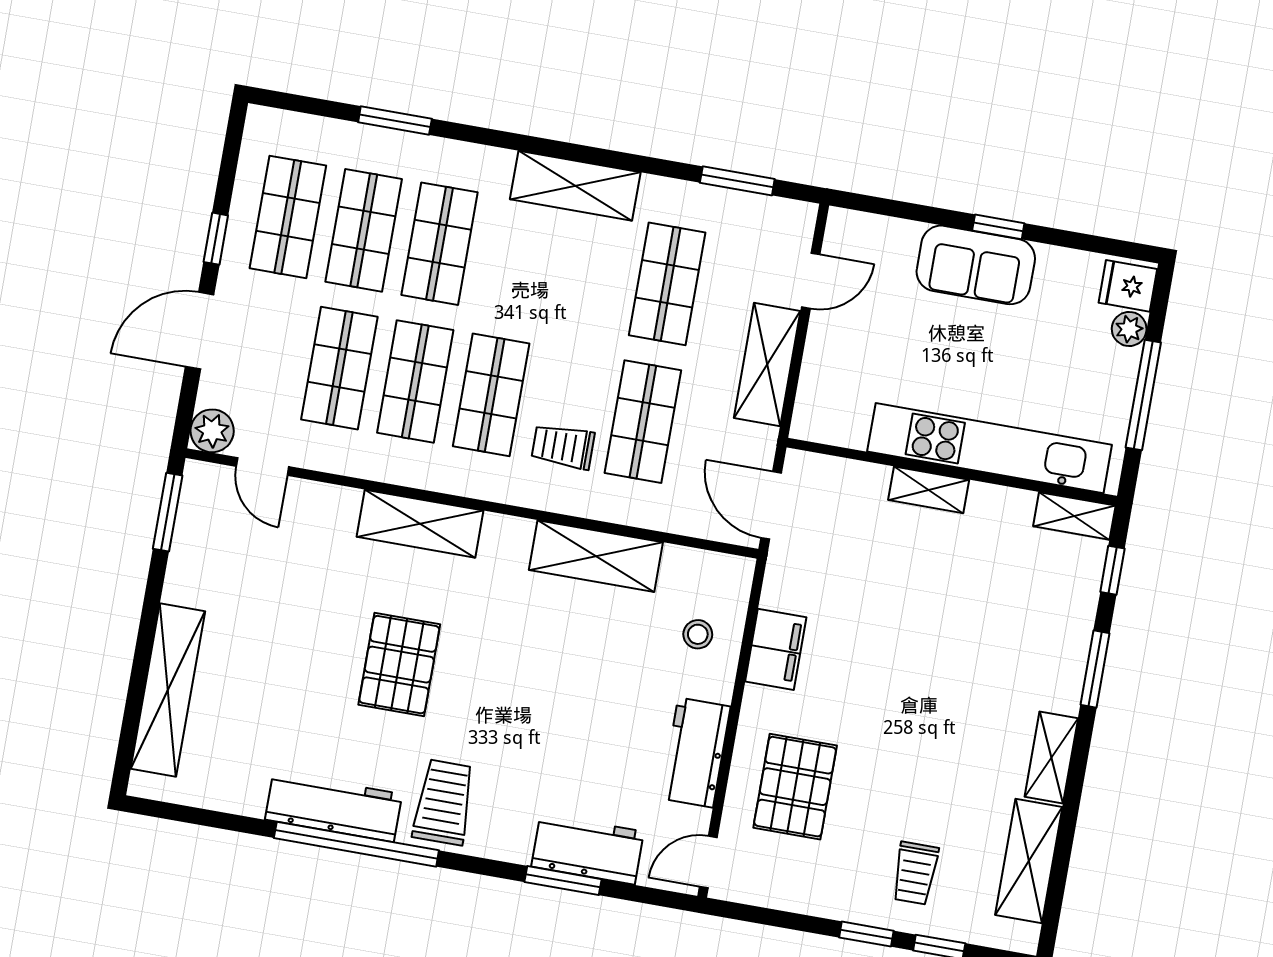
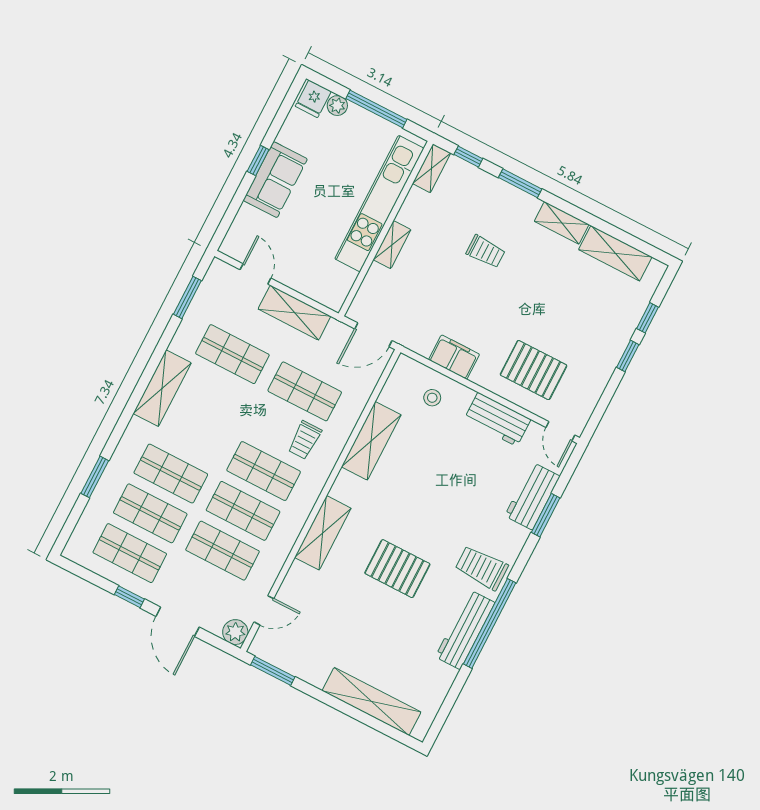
trolley: (915, 873) -> (486, 252), moved

